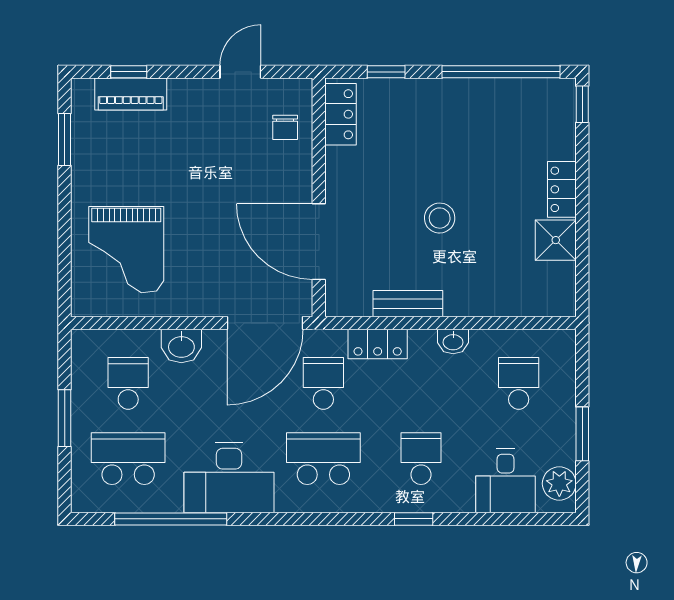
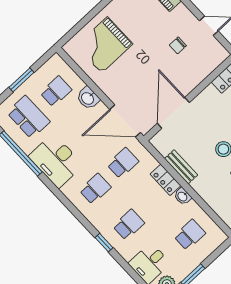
chair: (285, 127) -> (178, 45), moved
locker: (378, 344) -> (166, 180), moved
school desk: (323, 459) -> (95, 189), width x0.54

